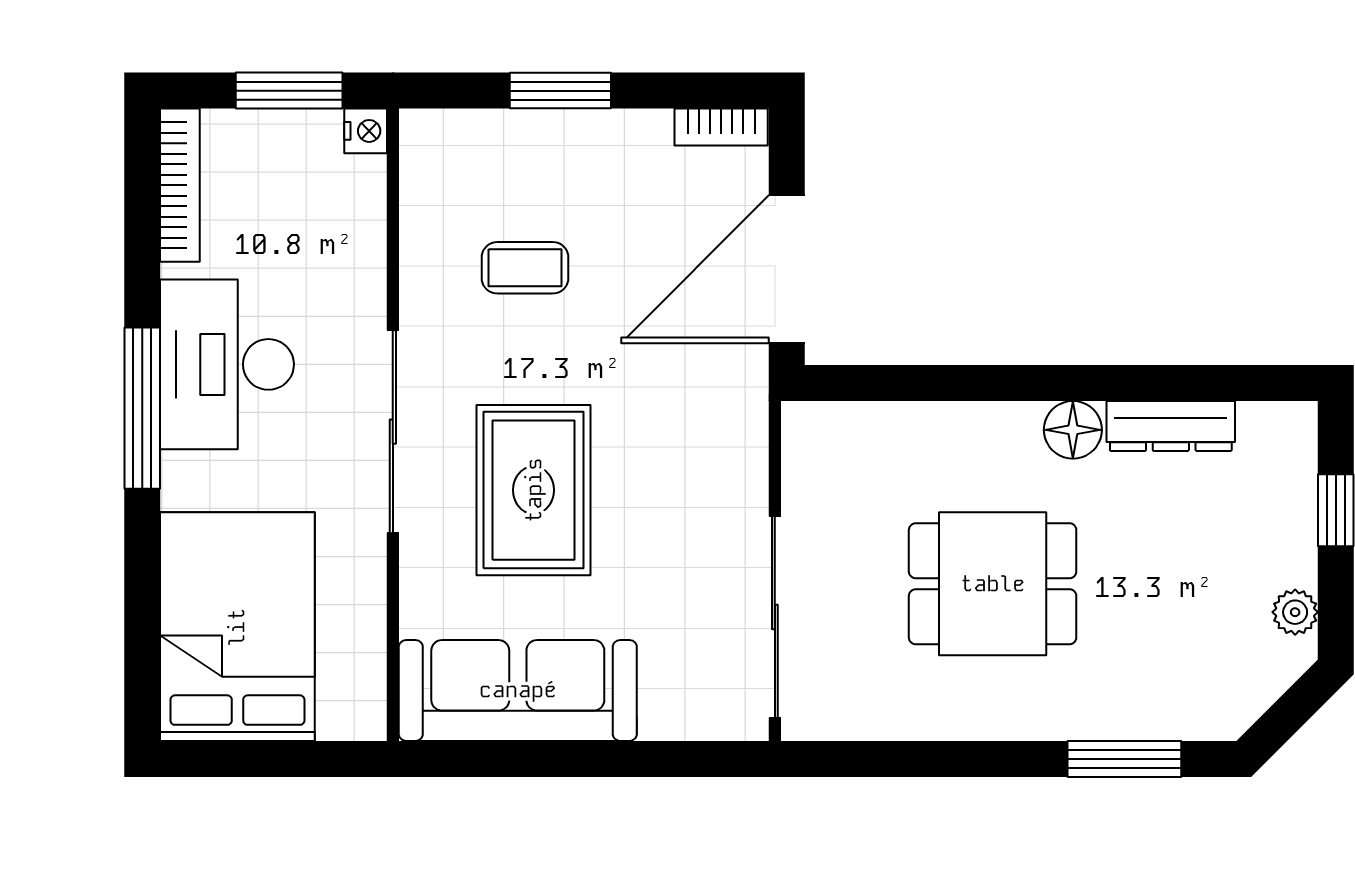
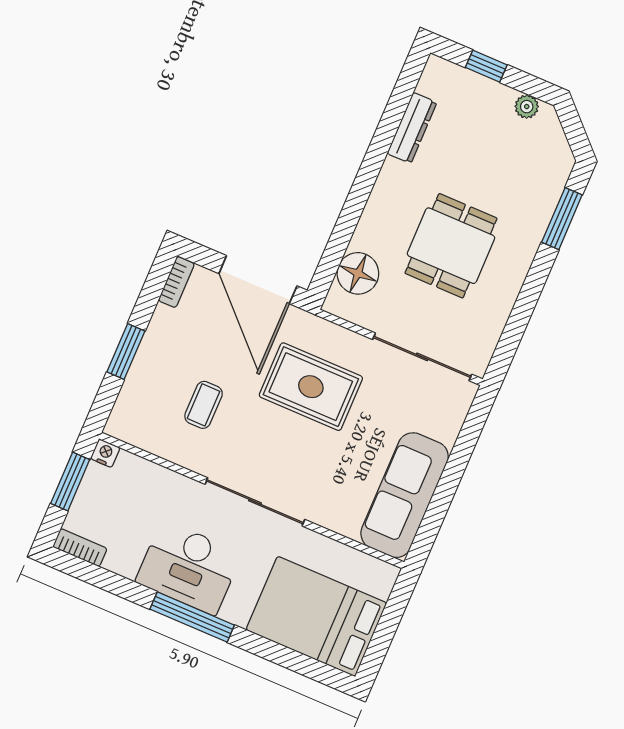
bookcase: (180, 185) -> (80, 548), width x0.64
floor lamp: (1073, 430) -> (358, 273), moved, width x1.38, depth x1.38
rug: (534, 490) -> (311, 387), moved

